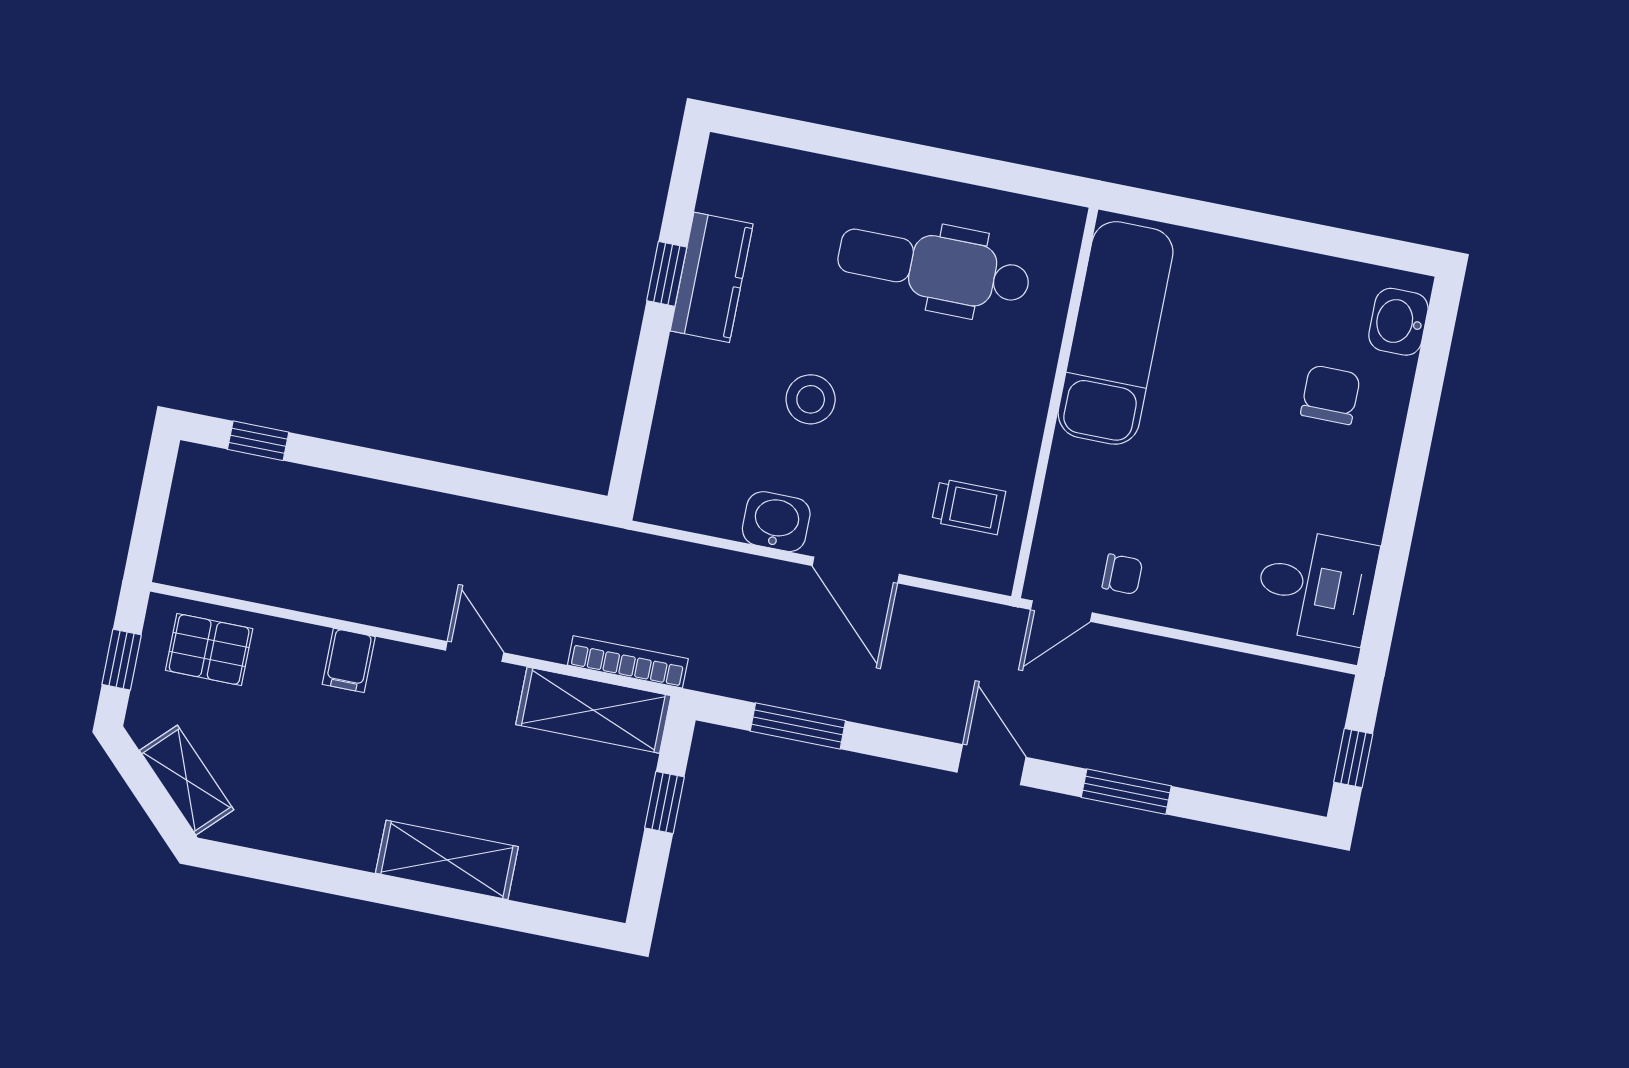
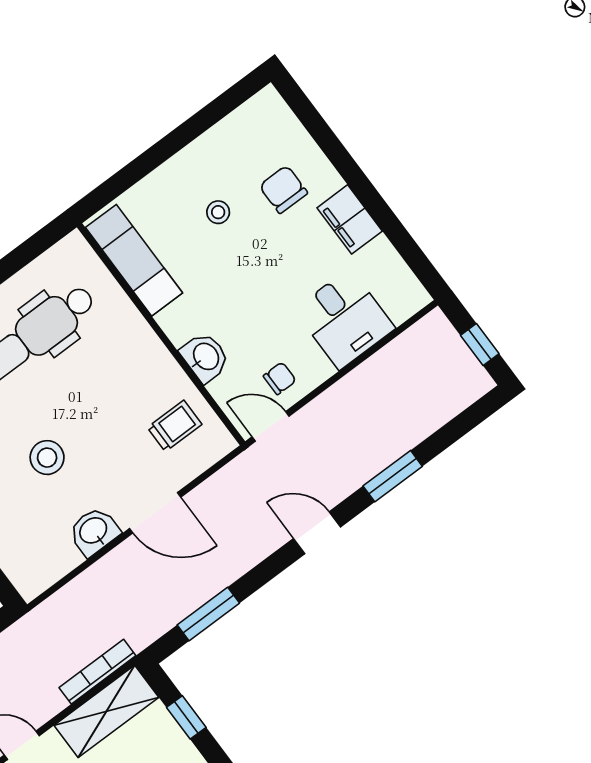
washbasin: (1398, 322) -> (205, 357), moved, turned 180
exam couch: (1116, 333) -> (134, 260), width x0.73, depth x0.69
stool: (1242, 346) -> (218, 212), added
filing cabinet: (1362, 496) -> (350, 219), added
desk: (1316, 586) -> (345, 319), moved, turned 90
door: (1061, 611) -> (271, 426), swing flipped

